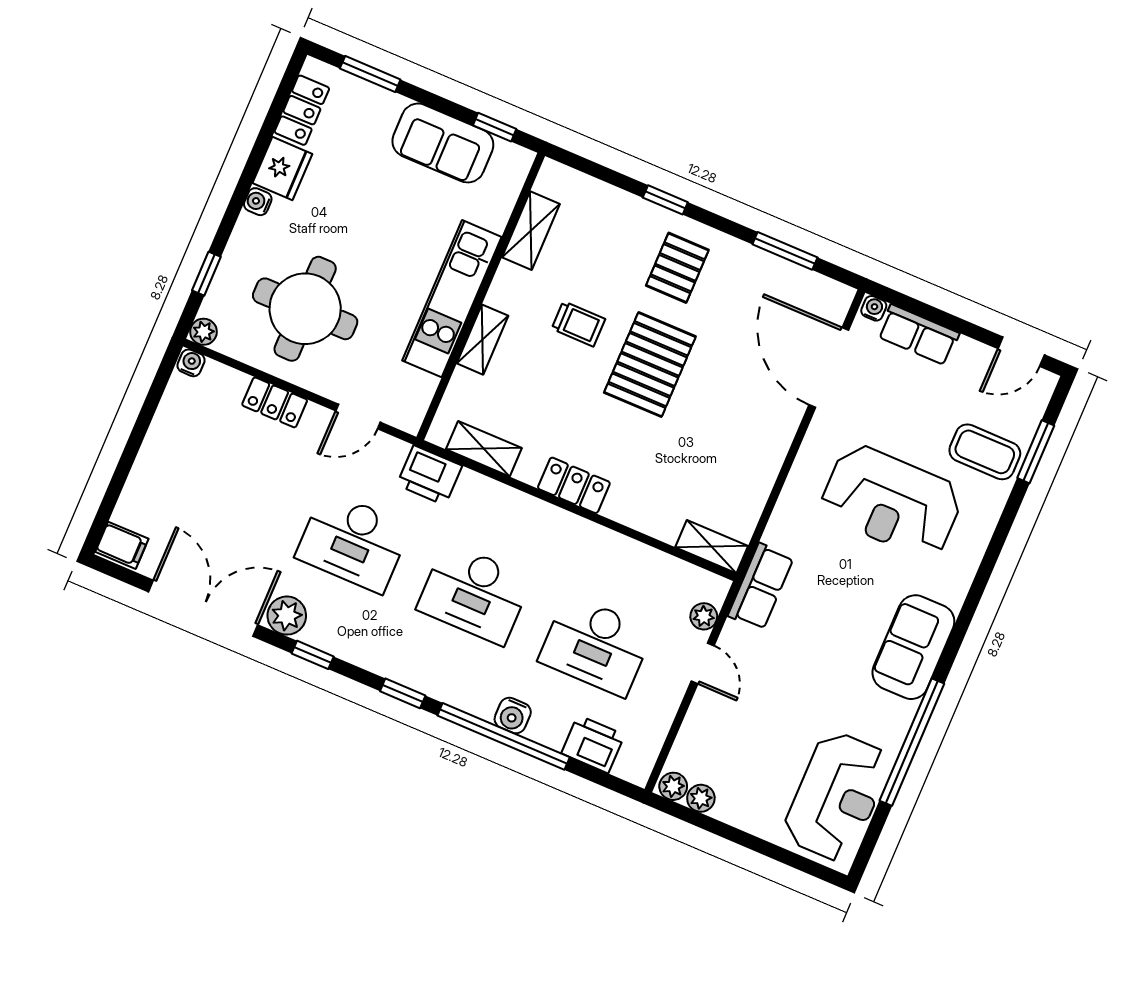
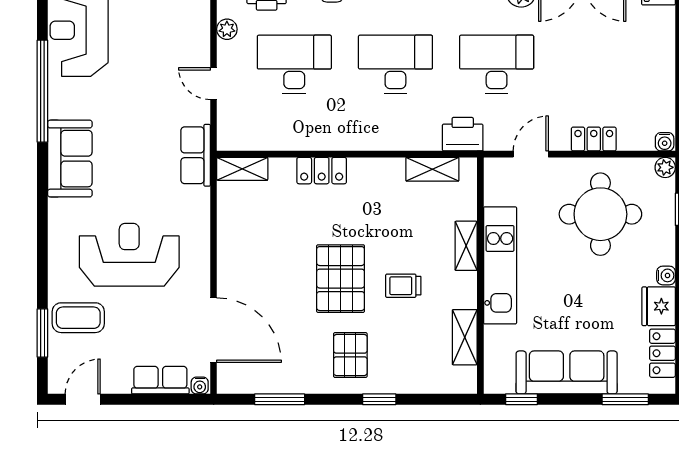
sofa: (443, 143) -> (567, 372), width x1.36
locker: (574, 485) -> (322, 171), moved
plant: (704, 616) -> (227, 29), moved

